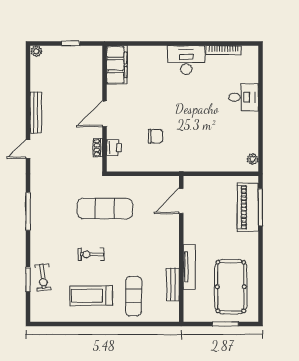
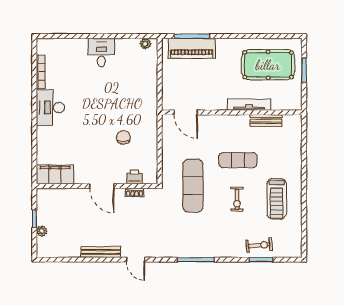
plant: (36, 51) -> (42, 231), moved
desk: (244, 97) -> (101, 52), moved
exercise mat: (134, 296) -> (238, 160), moved

